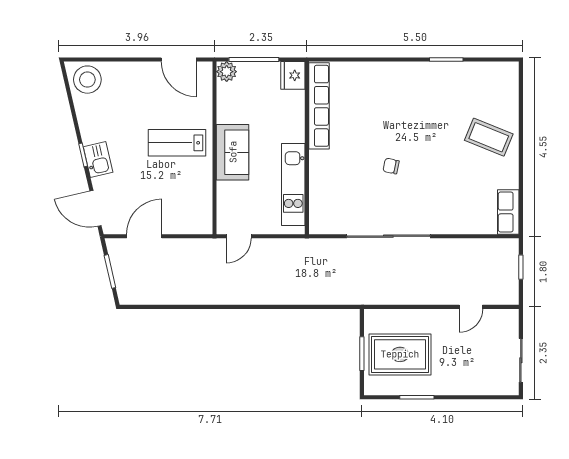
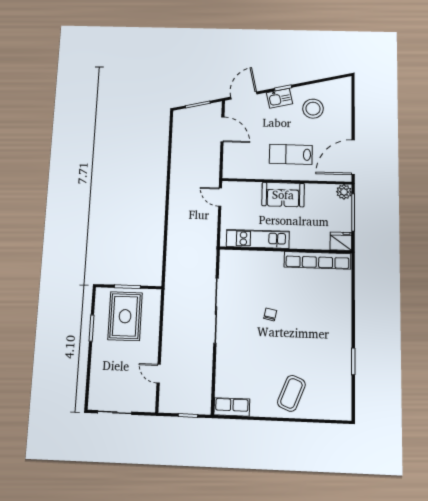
door: (179, 59) -> (353, 157), width x1.36
stool: (87, 80) -> (313, 109), moved
lab bench: (177, 143) -> (291, 154), turned -90

